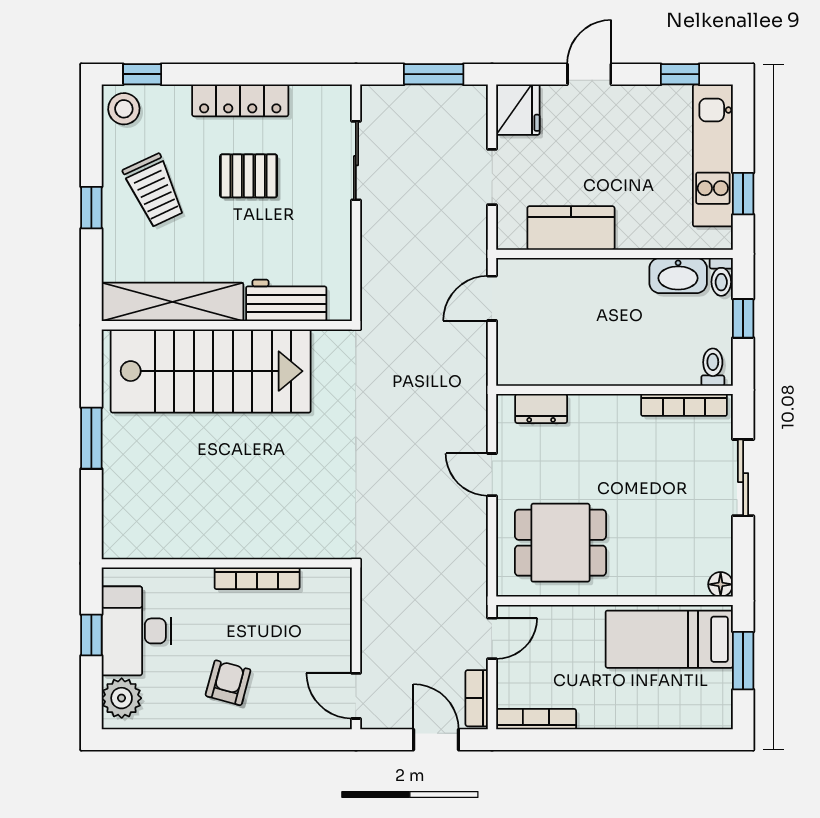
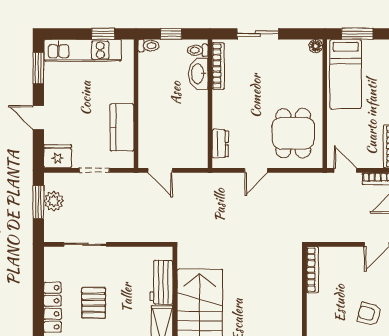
window: (680, 74) -> (38, 68), width x1.50
plant: (435, 103) -> (54, 201), added
washbasin: (678, 276) -> (198, 74), moved, turned 180
bookcase: (257, 578) -> (313, 270), moved

